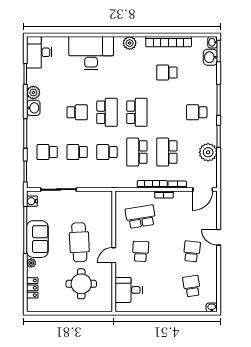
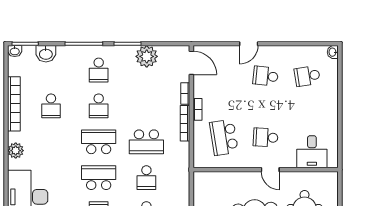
washbasin: (210, 57) -> (46, 54), moved
school desk: (167, 152) -> (99, 106), moved, width x0.54

